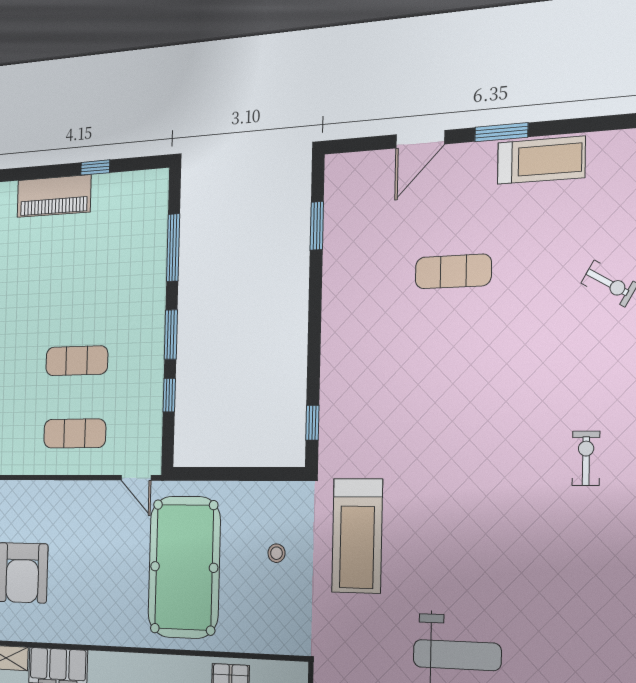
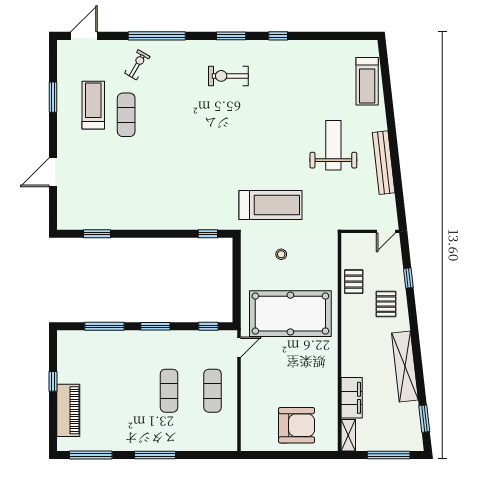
window: (501, 132) -> (53, 97), moved
door: (420, 139) -> (53, 172), swing flipped
treadmill: (541, 160) -> (93, 105), moved
exercise mat: (453, 271) -> (126, 115), moved
window: (169, 395) -> (208, 326), moved
exercise bike: (586, 458) -> (228, 76), width x1.38, depth x1.39

